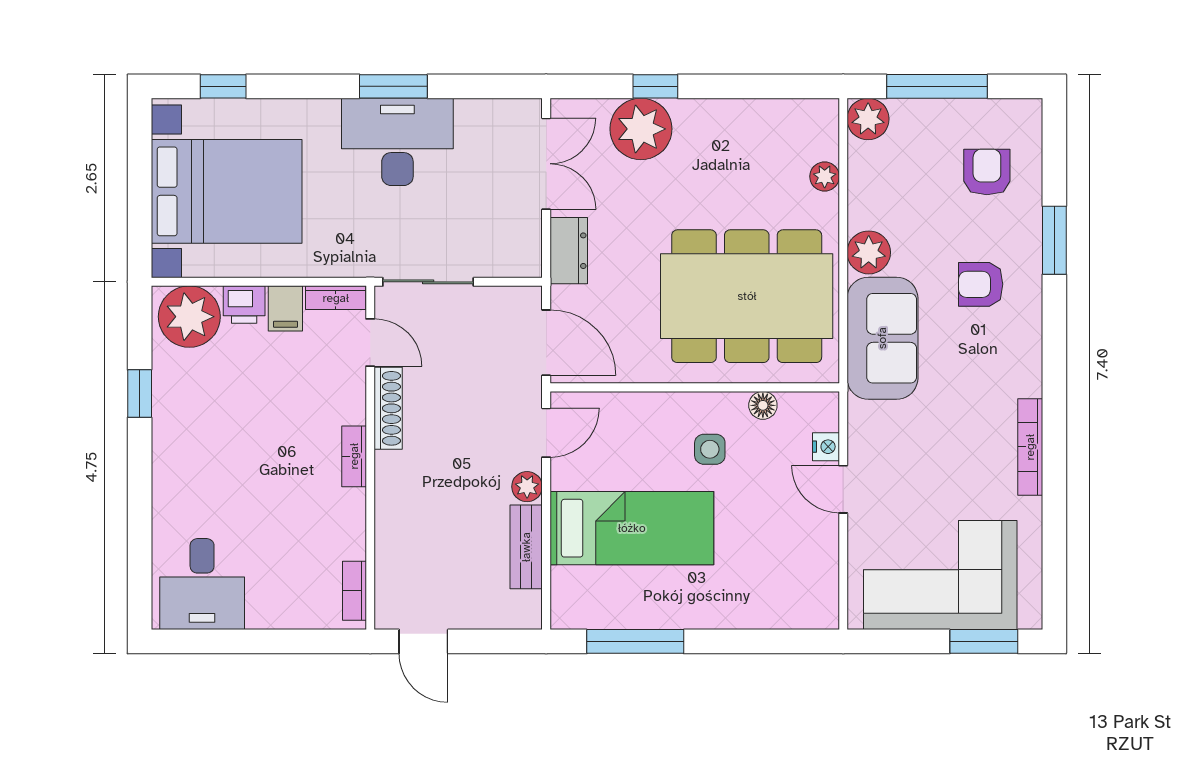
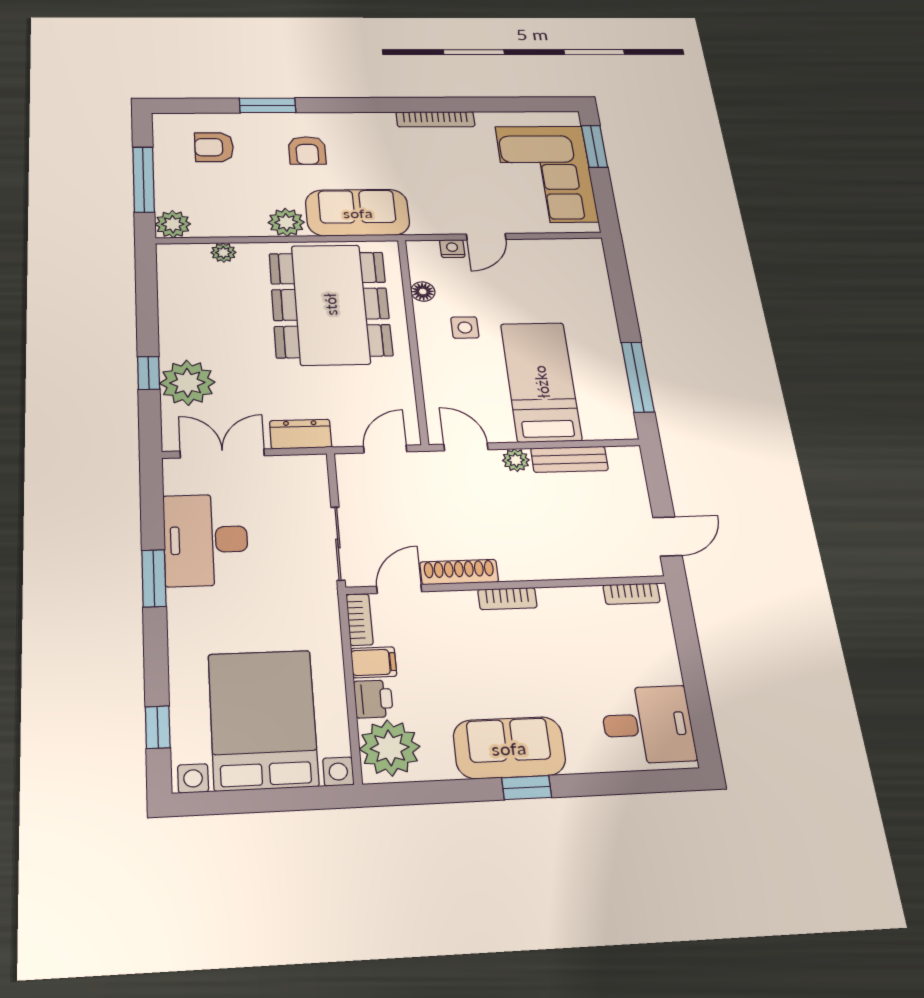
desk: (397, 142) -> (206, 540), moved
door: (546, 343) -> (385, 449), width x0.73
window: (140, 394) -> (527, 788), moved
sofa: (184, 438) -> (509, 748), added

